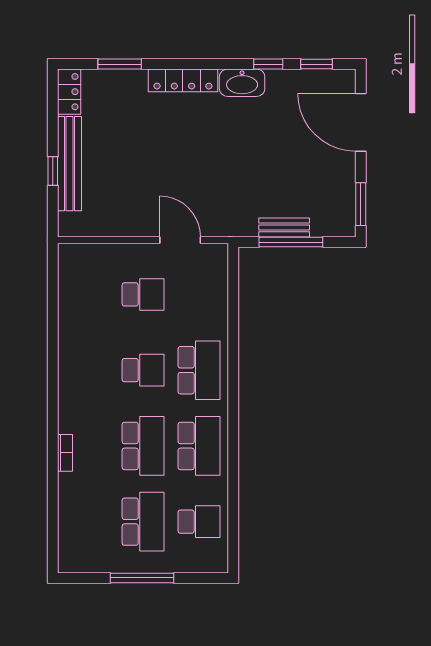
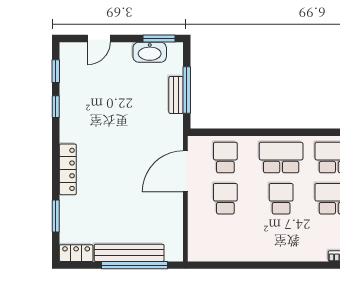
washbasin: (242, 83) -> (150, 52), moved, turned 90
door: (361, 122) -> (99, 38), width x0.53
window: (53, 171) -> (135, 265), width x3.17
door: (180, 240) -> (185, 171), width x1.36
school desk: (199, 294) -> (225, 158), added

